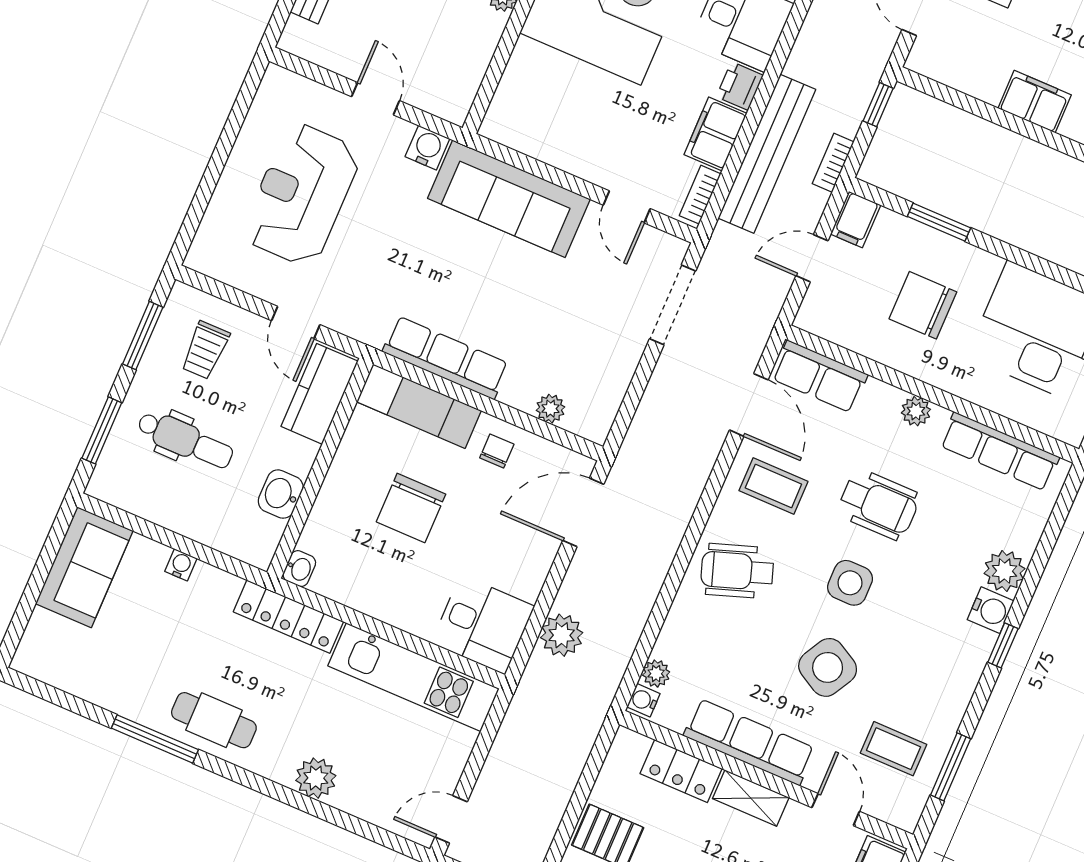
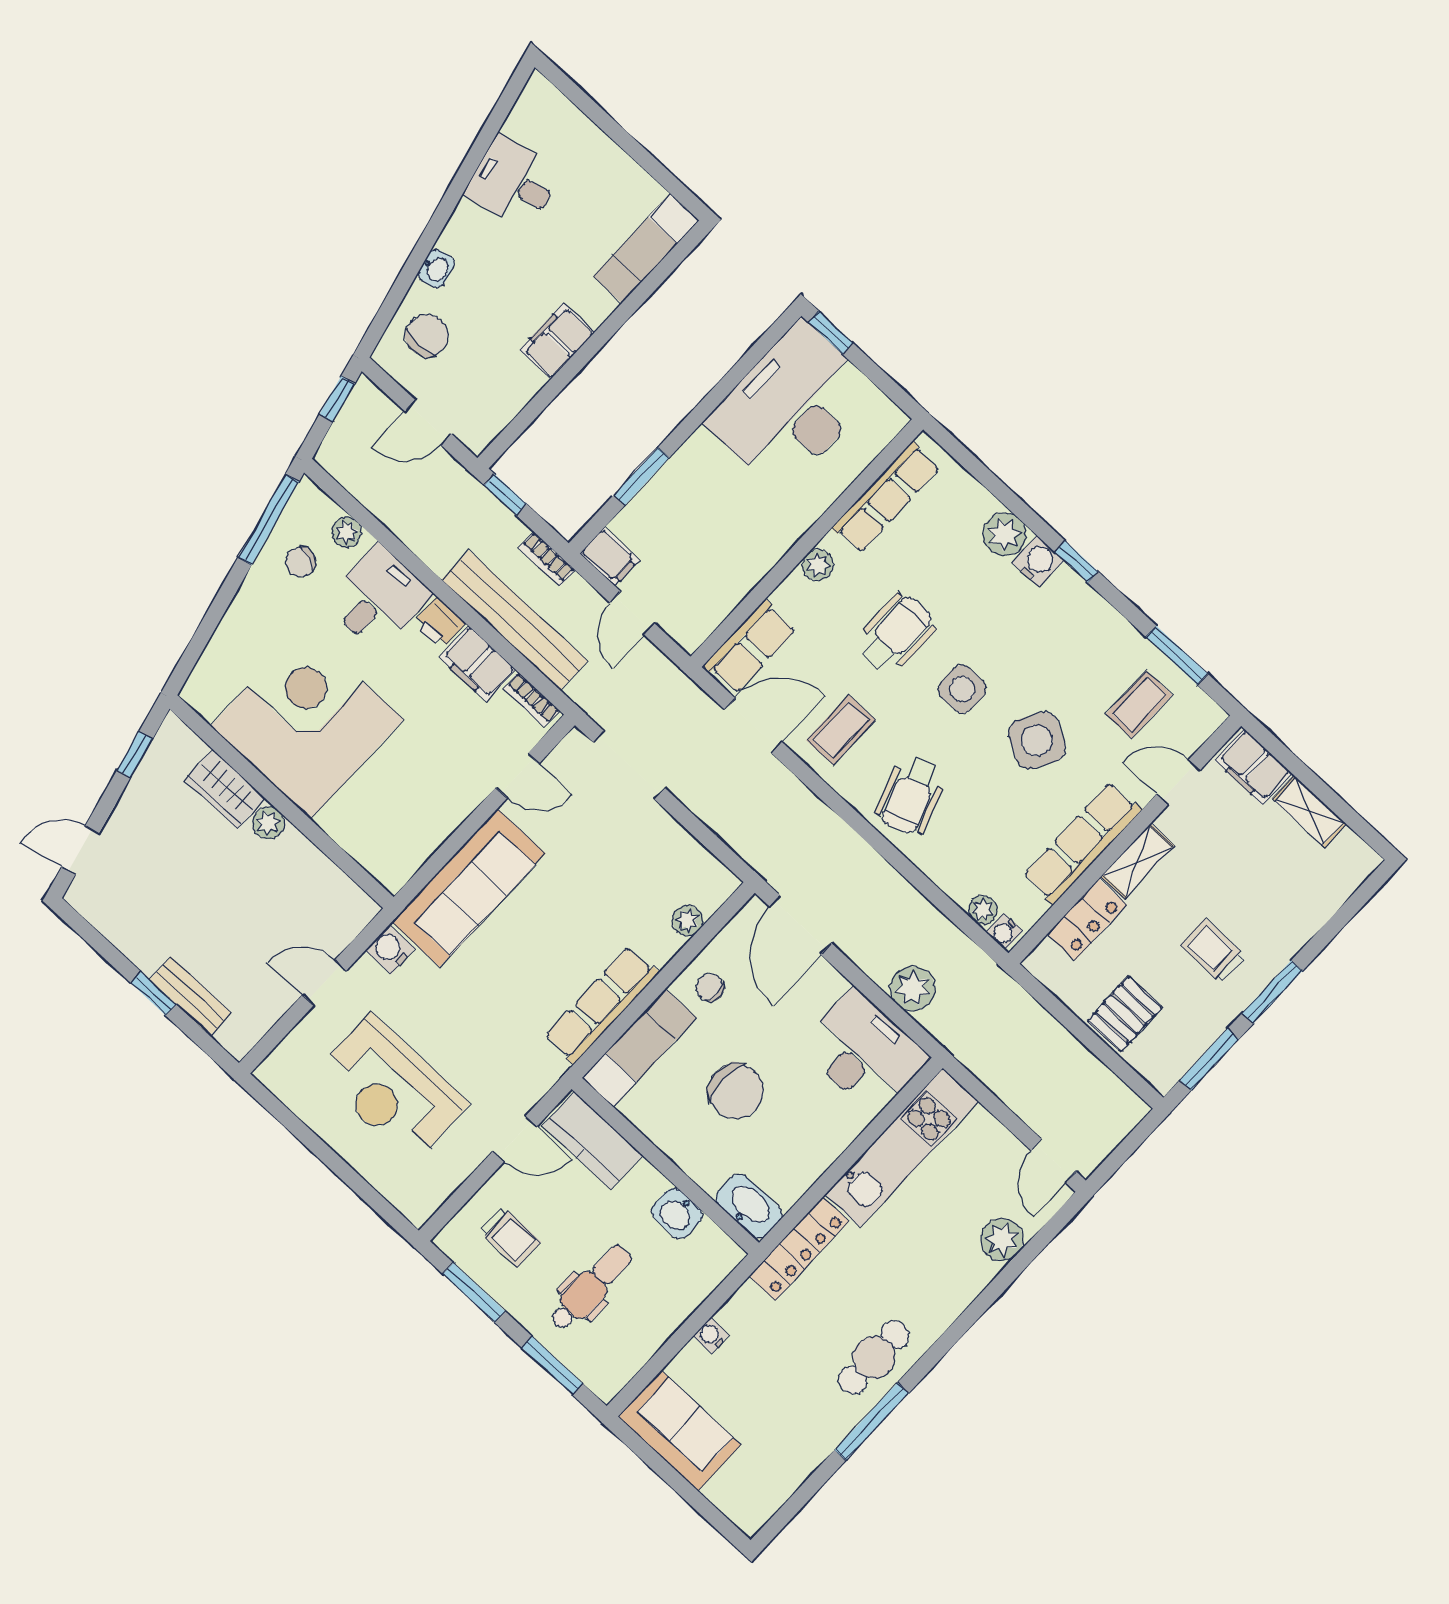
chair: (923, 305) -> (717, 521), removed
washbasin: (299, 569) -> (749, 1206), width x1.91, depth x1.45
desk: (483, 625) -> (864, 1052), width x1.37
plant: (316, 778) -> (1002, 1240), moved

